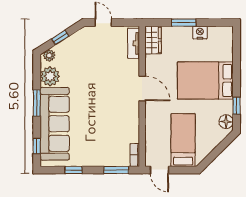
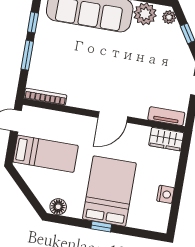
window: (184, 23) -> (180, 178), removed
window: (237, 106) -> (101, 226), moved
bookcase: (135, 155) -> (45, 97), width x1.56
window: (116, 170) -> (27, 55), moved

